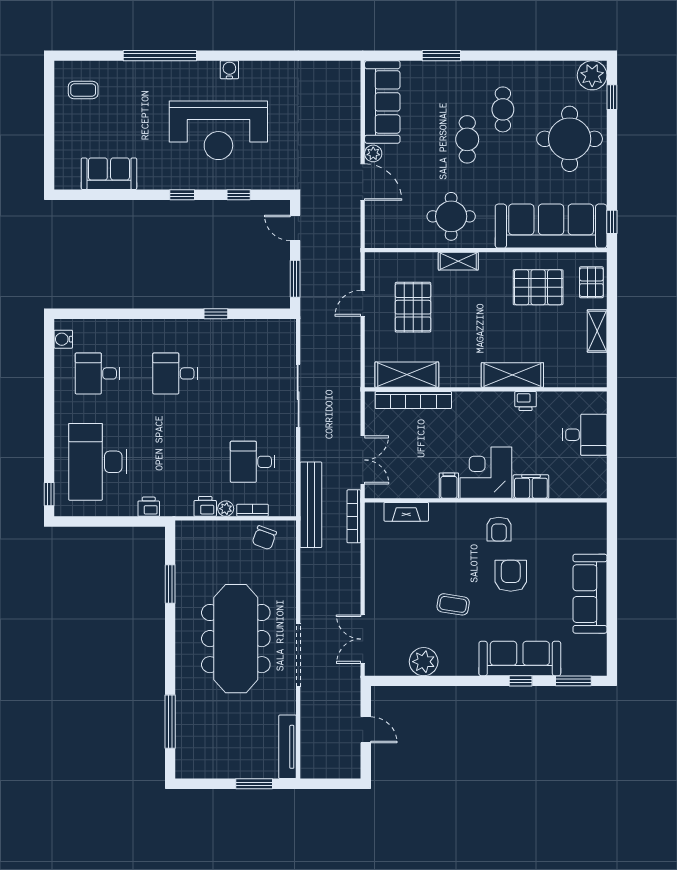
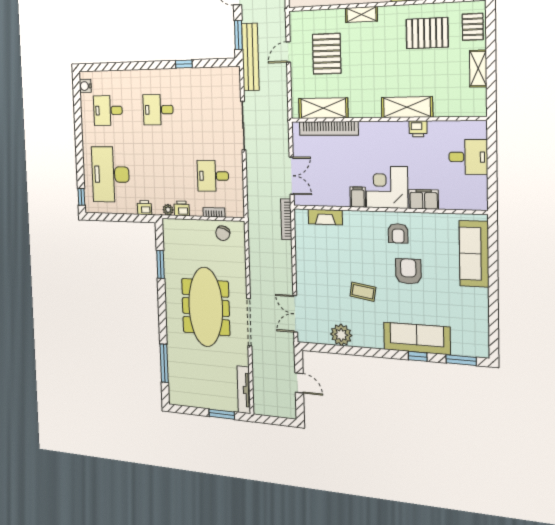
bench: (311, 505) -> (250, 57), moved
plant: (226, 509) -> (168, 210), moved
sofa: (590, 594) -> (474, 254), moved

